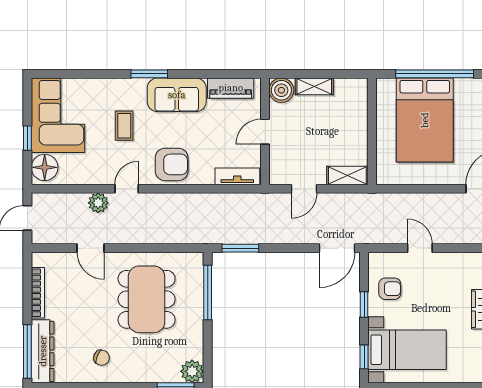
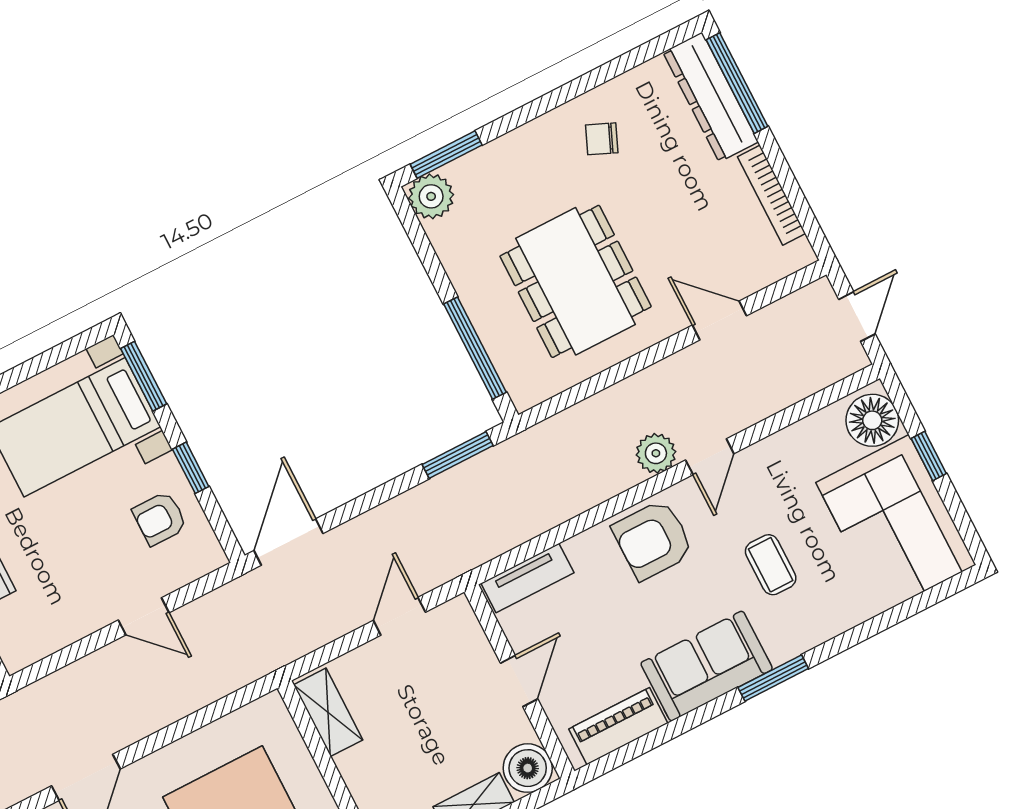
shelving: (347, 175) -> (328, 712), moved, turned 90
plant: (98, 203) -> (656, 453), moved
window: (364, 357) -> (144, 376), width x1.50

